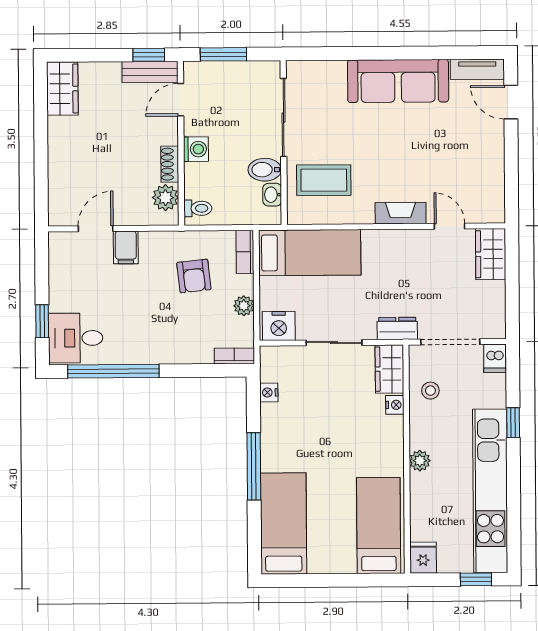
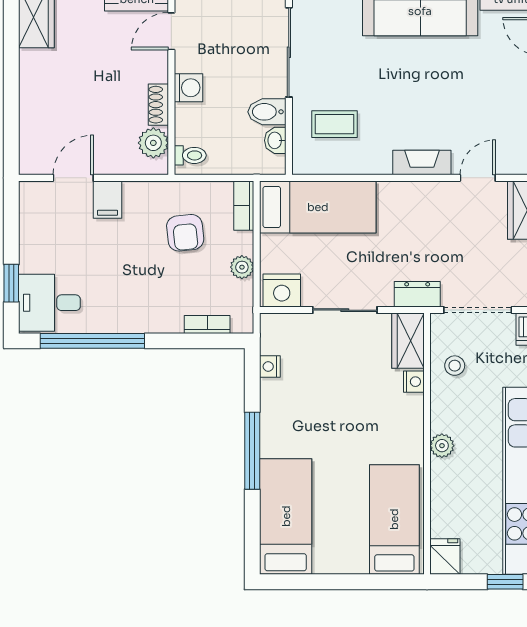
coffee table: (324, 180) -> (335, 124), width x0.73, depth x0.77
door: (449, 226) -> (478, 178), hinge flipped
bookcase: (234, 356) -> (207, 324), moved

